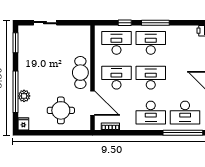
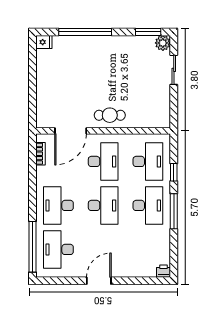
cafe table: (80, 73) -> (110, 115), width x0.73, depth x0.74
plant: (24, 96) -> (163, 43), moved
round table: (61, 110) -> (61, 90), removed

